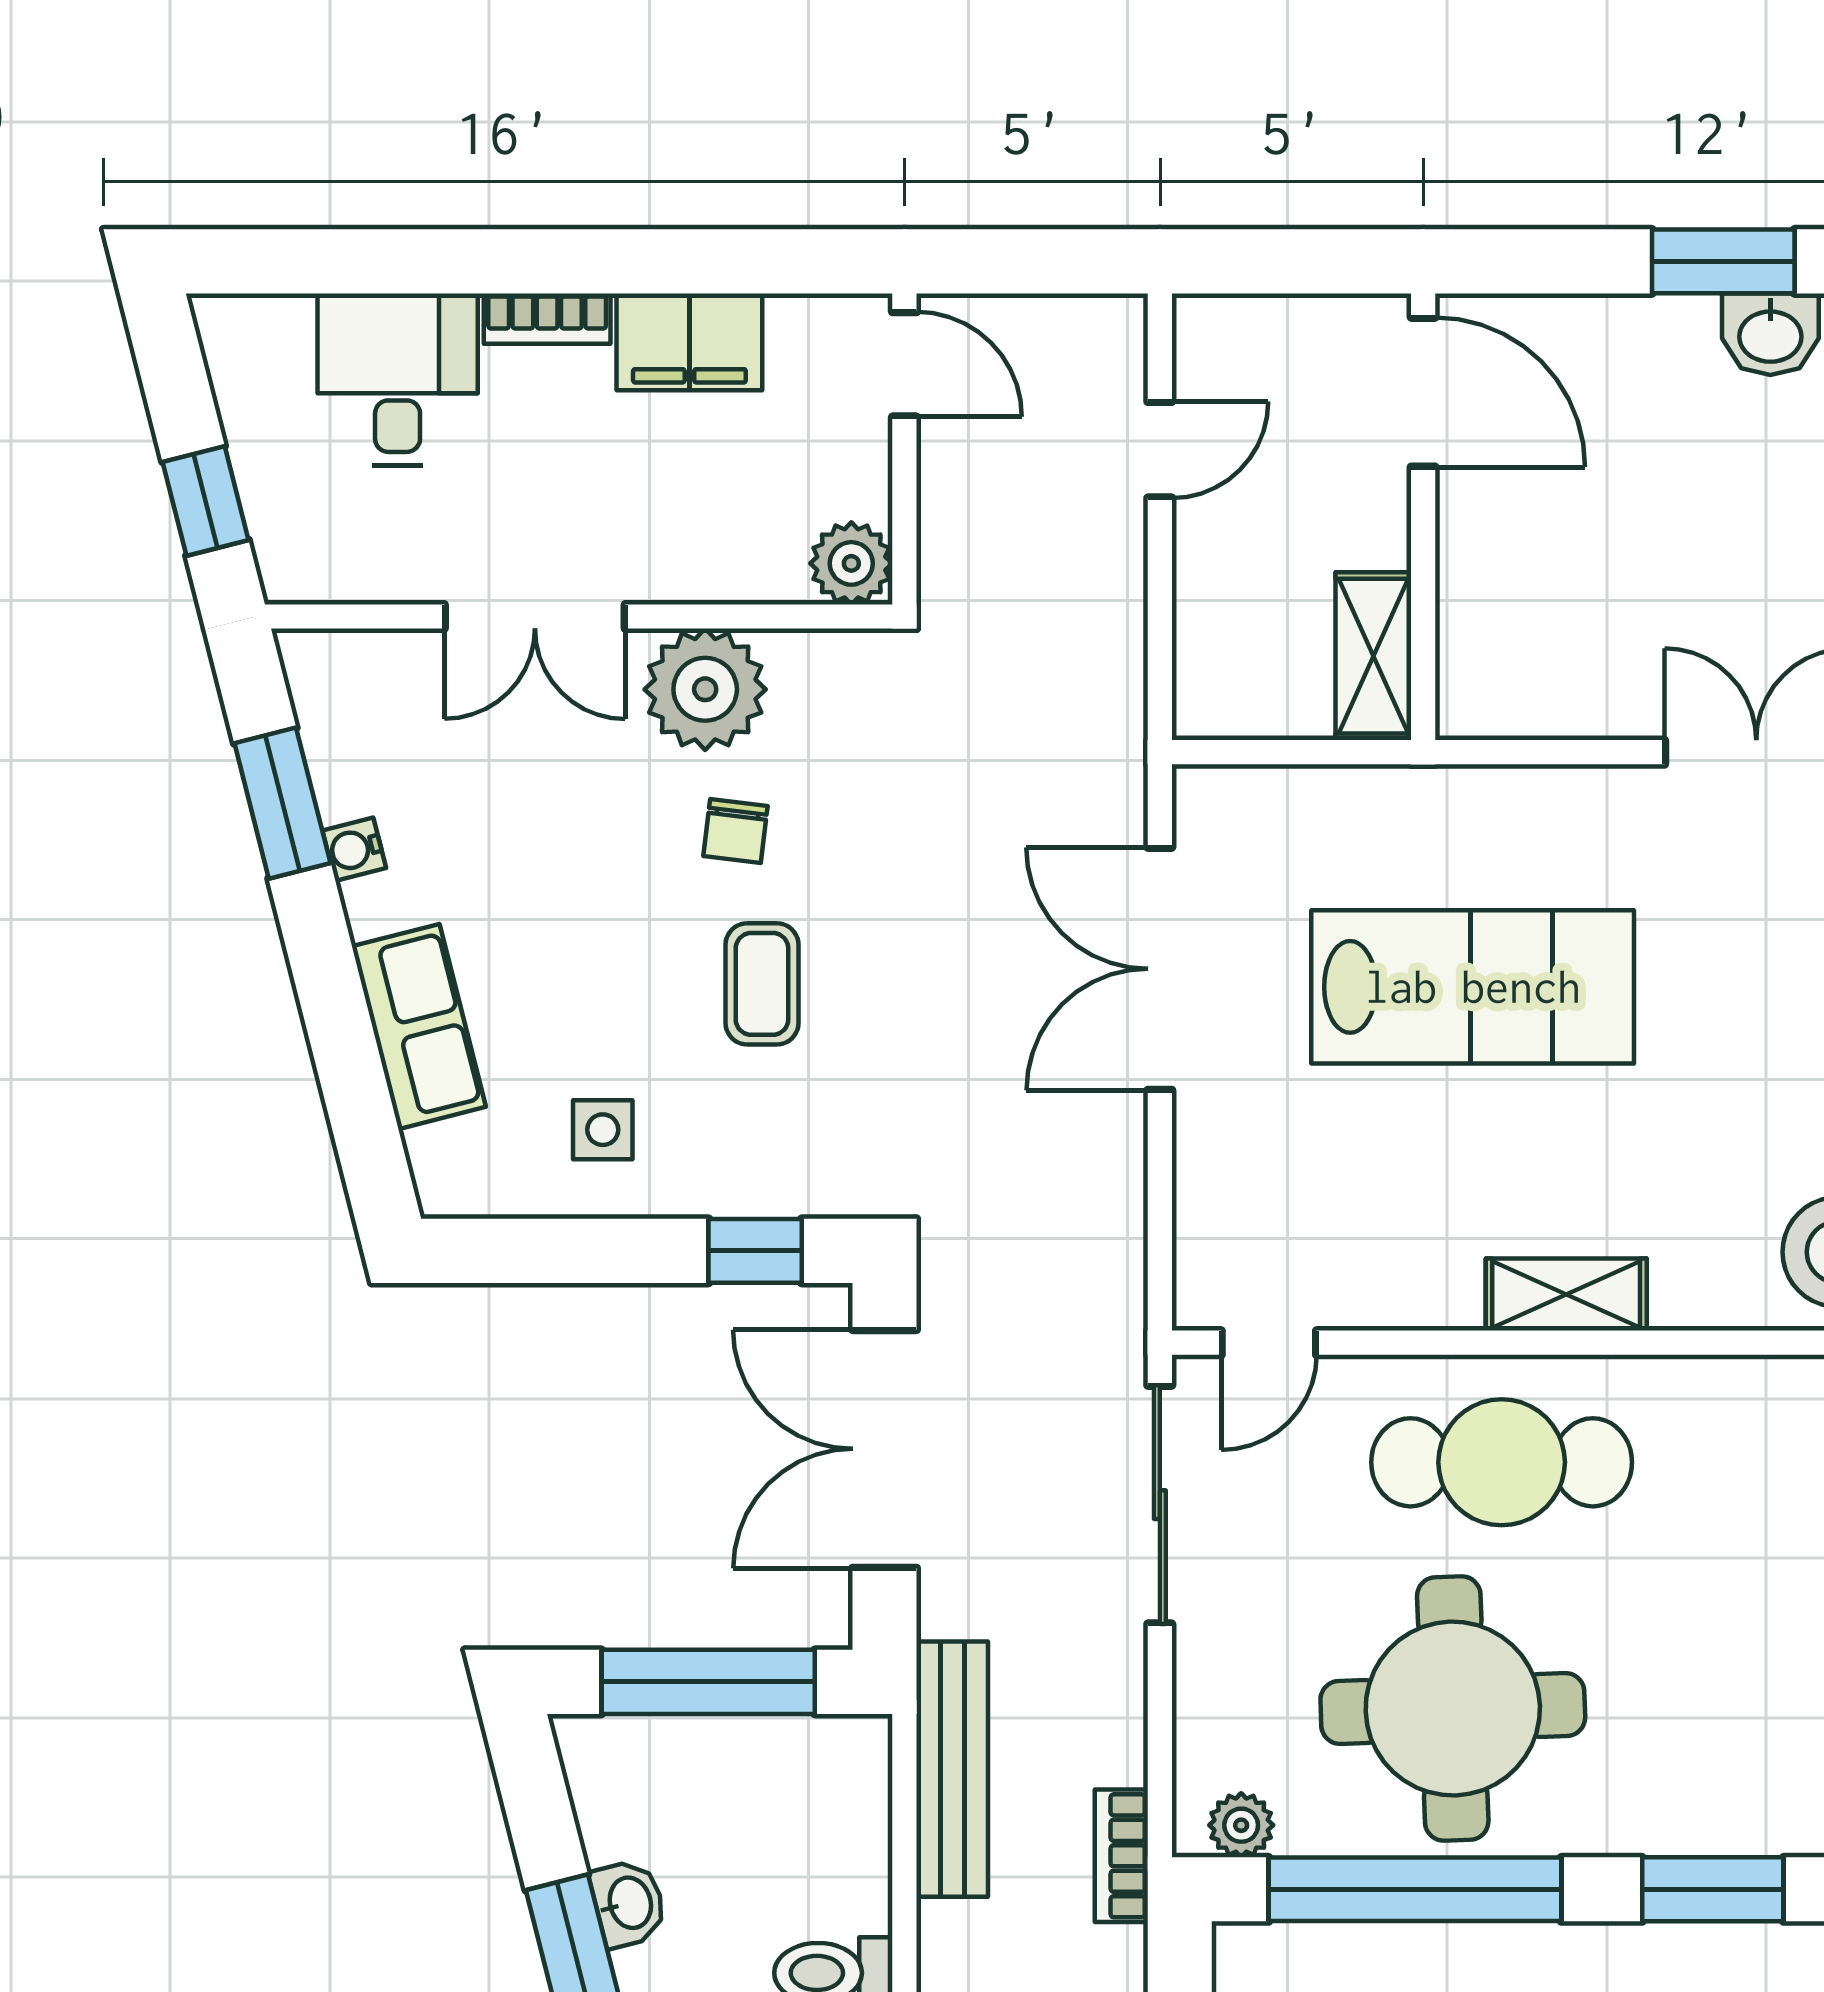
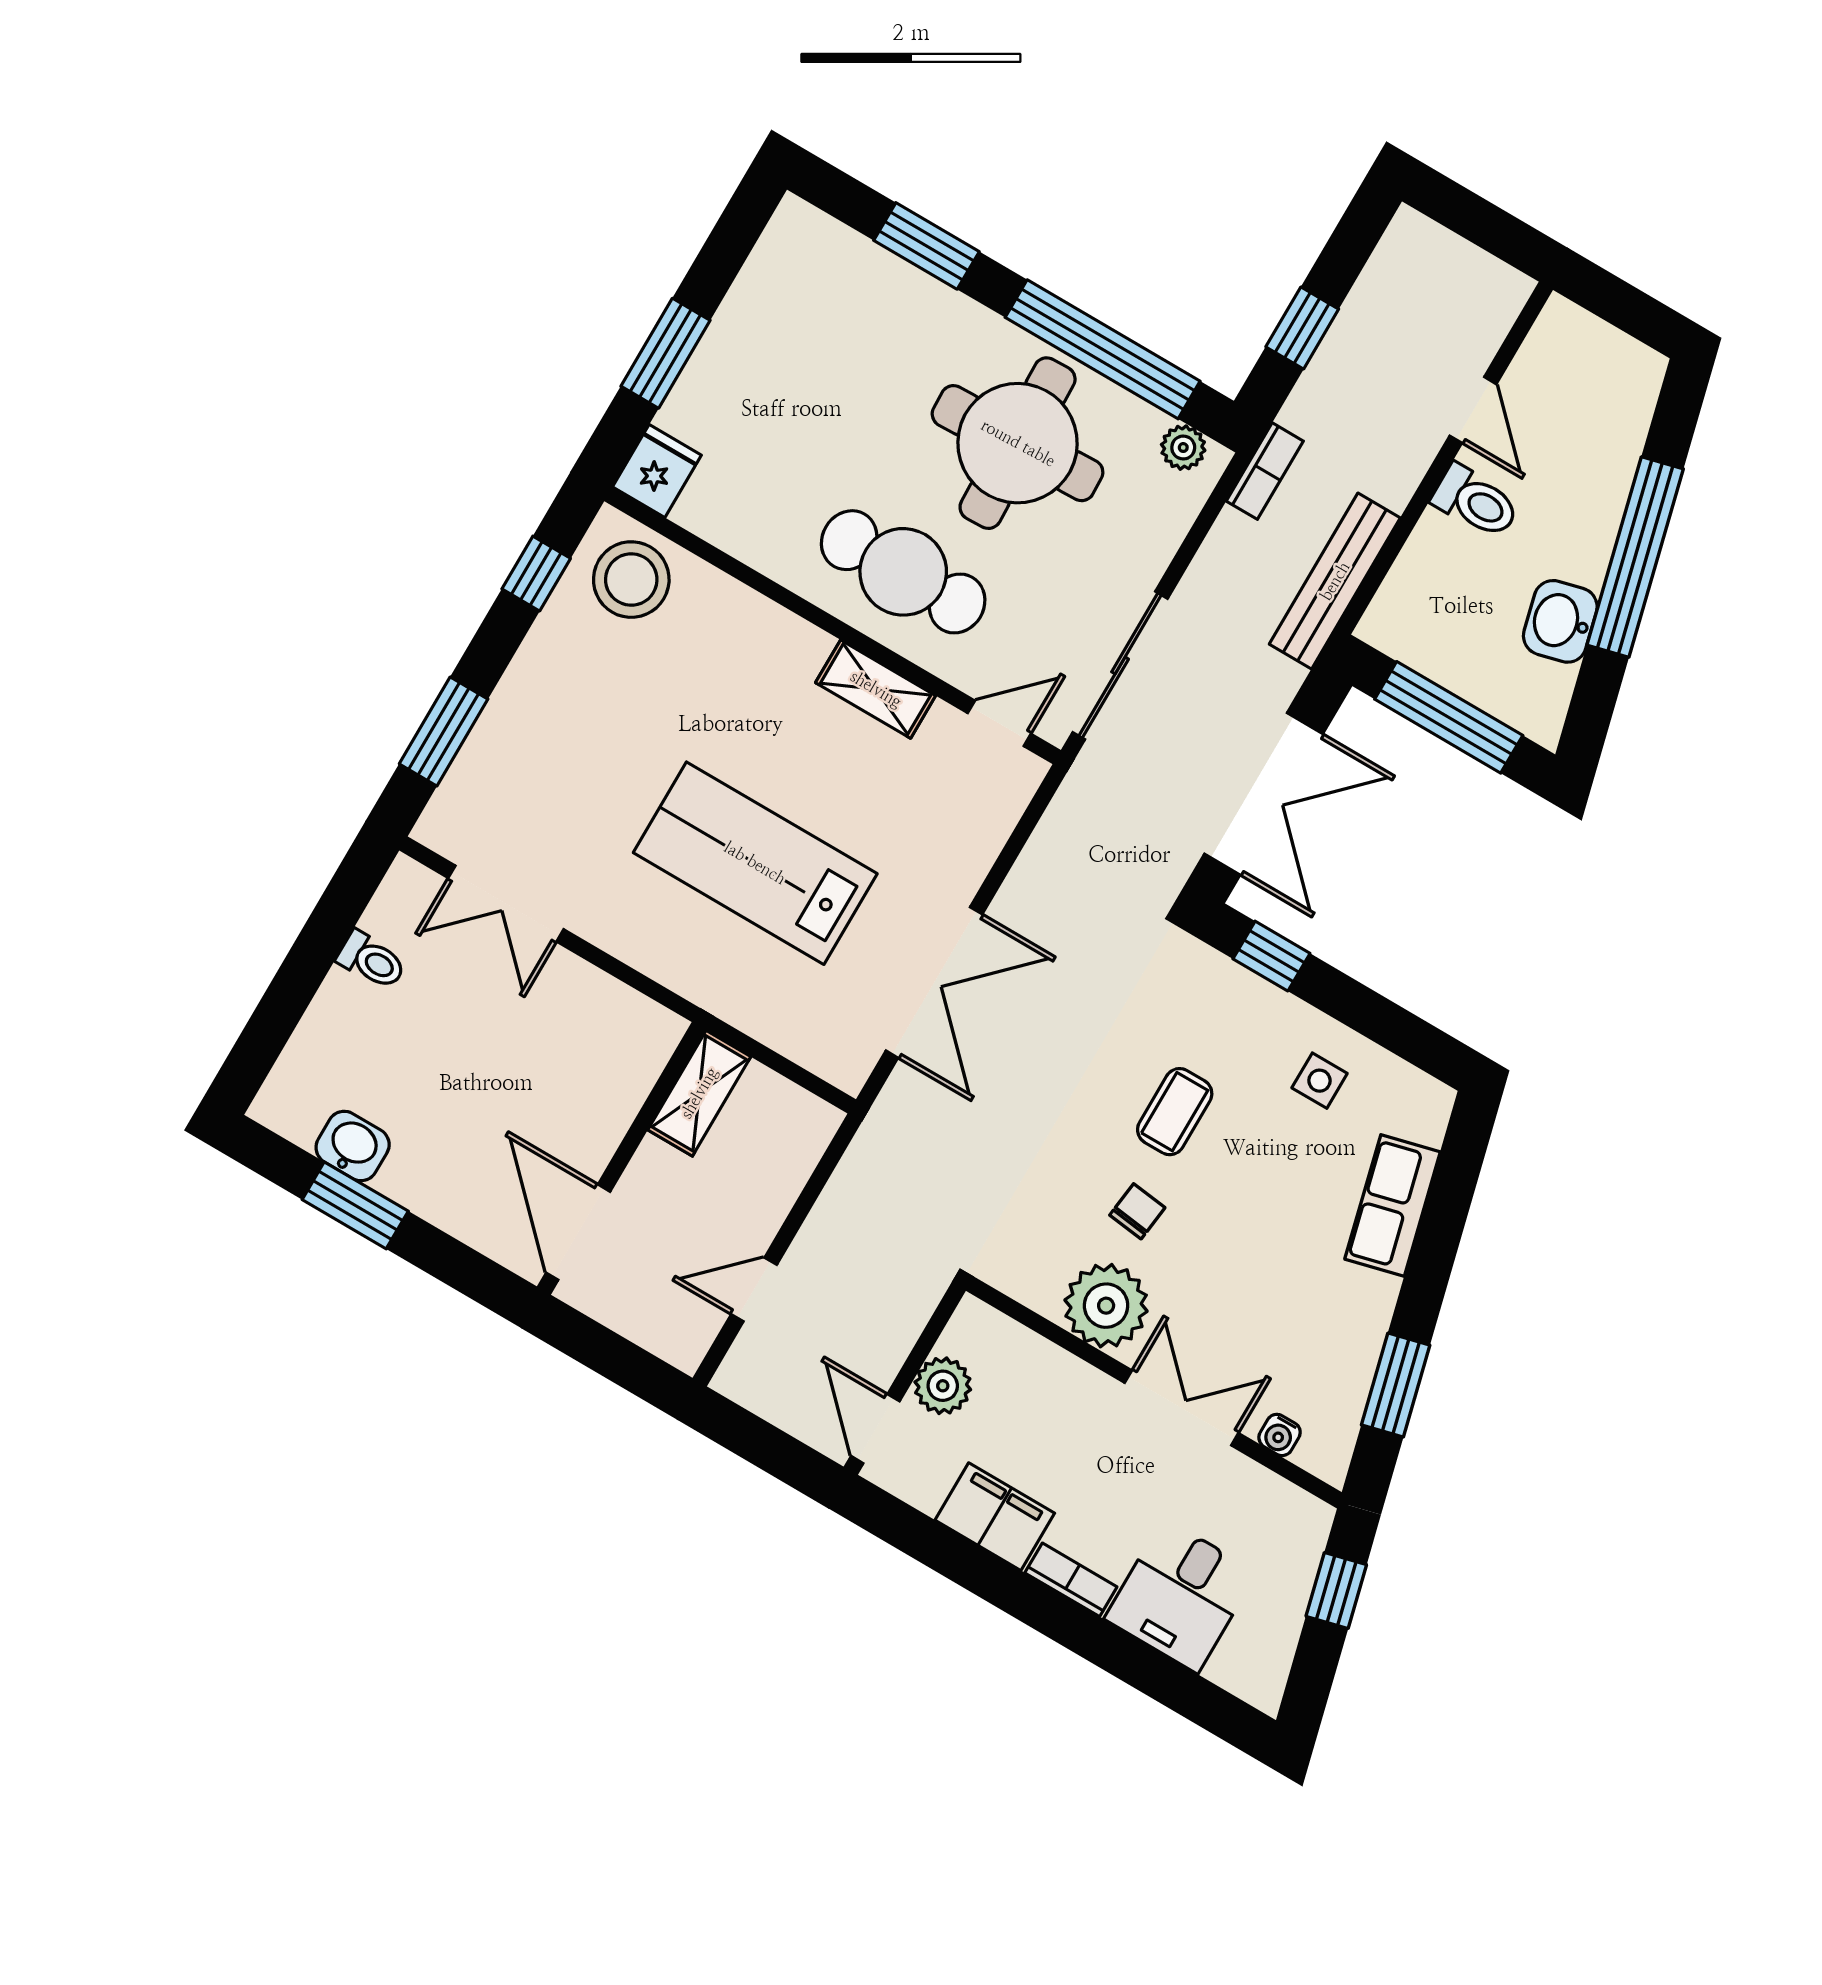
plant: (851, 563) -> (943, 1386), moved
water cooler: (354, 849) -> (1280, 1435), moved, turned 104
shelving: (1566, 1295) -> (876, 689), moved
washbasin: (629, 1903) -> (1560, 621), width x1.38, depth x1.45

